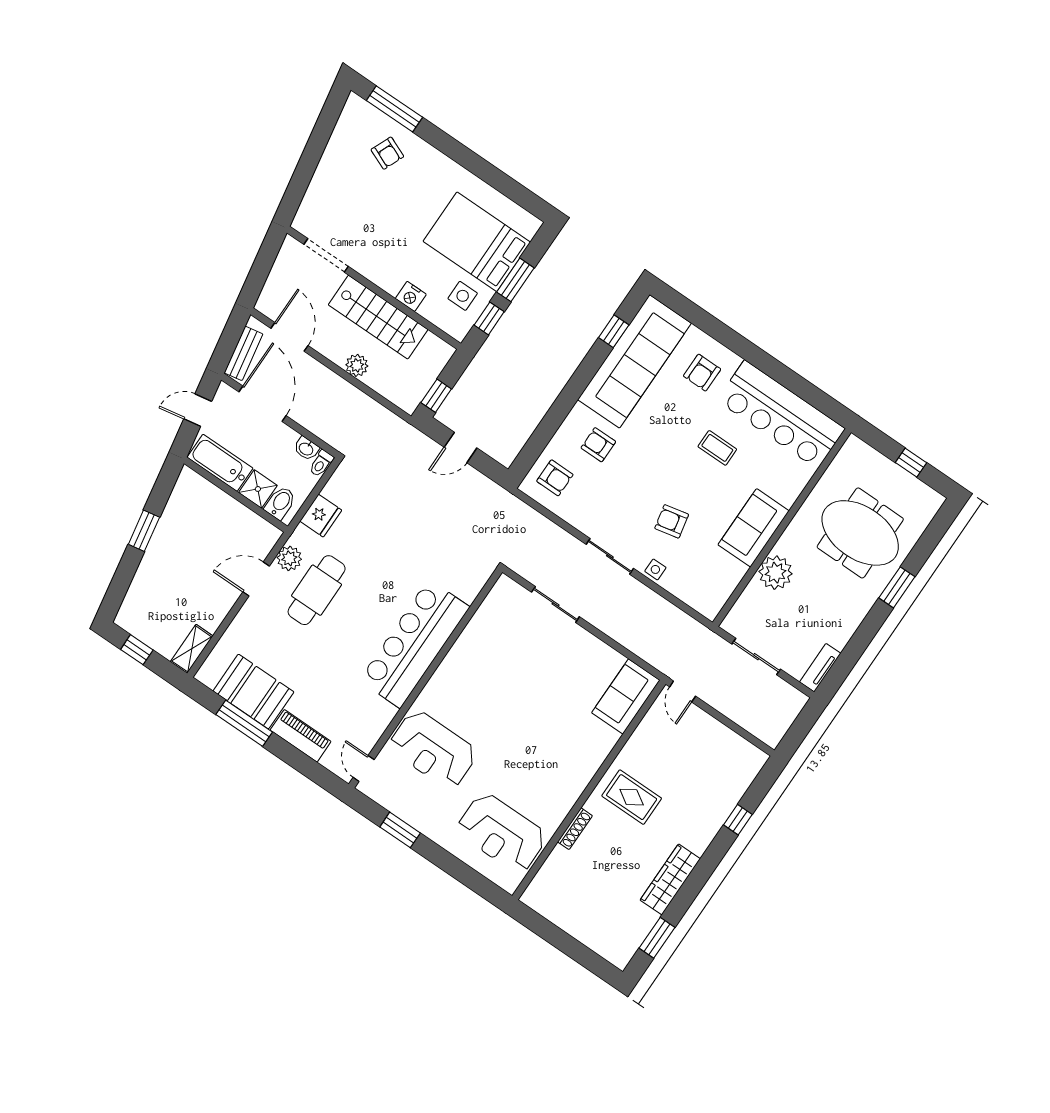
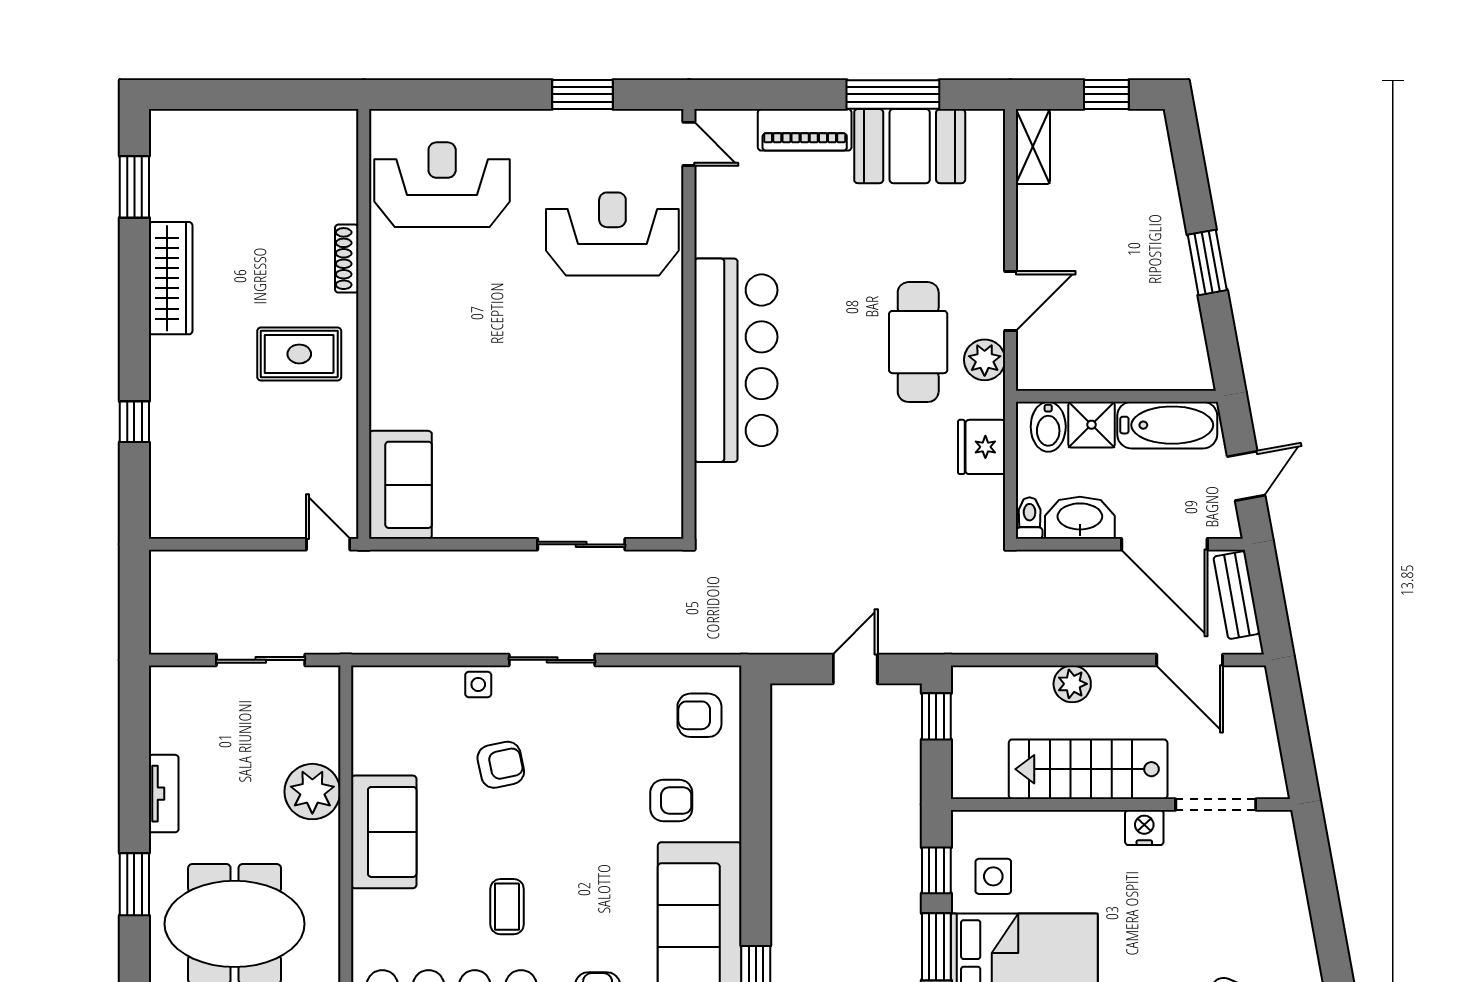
nightstand: (411, 296) -> (1144, 828), moved
coffee table: (717, 448) -> (507, 907), turned 90
washbasin: (306, 449) -> (1080, 518), width x1.91, depth x1.45
tv unit: (820, 668) -> (164, 794), moved

